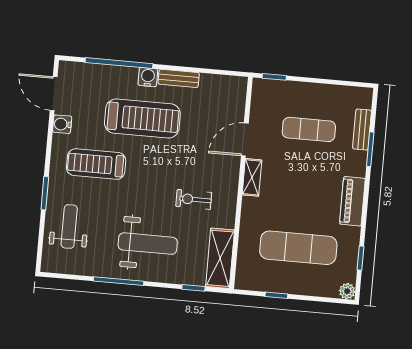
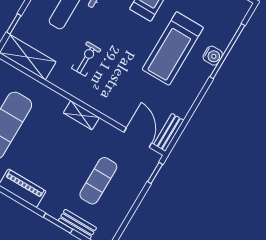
water cooler: (148, 77) -> (213, 56), moved
bench: (179, 78) -> (169, 132), moved
door: (245, 140) -> (138, 138), moved

